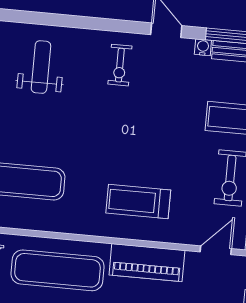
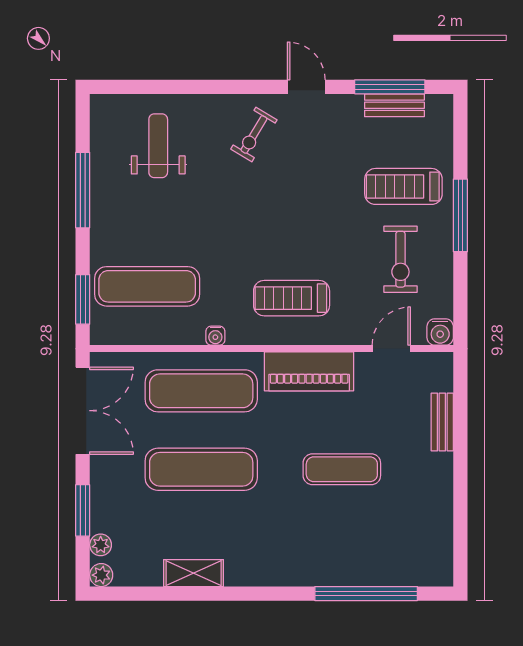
water cooler: (203, 47) -> (215, 336), moved, turned 180
exercise bike: (120, 65) -> (254, 134), turned 31

